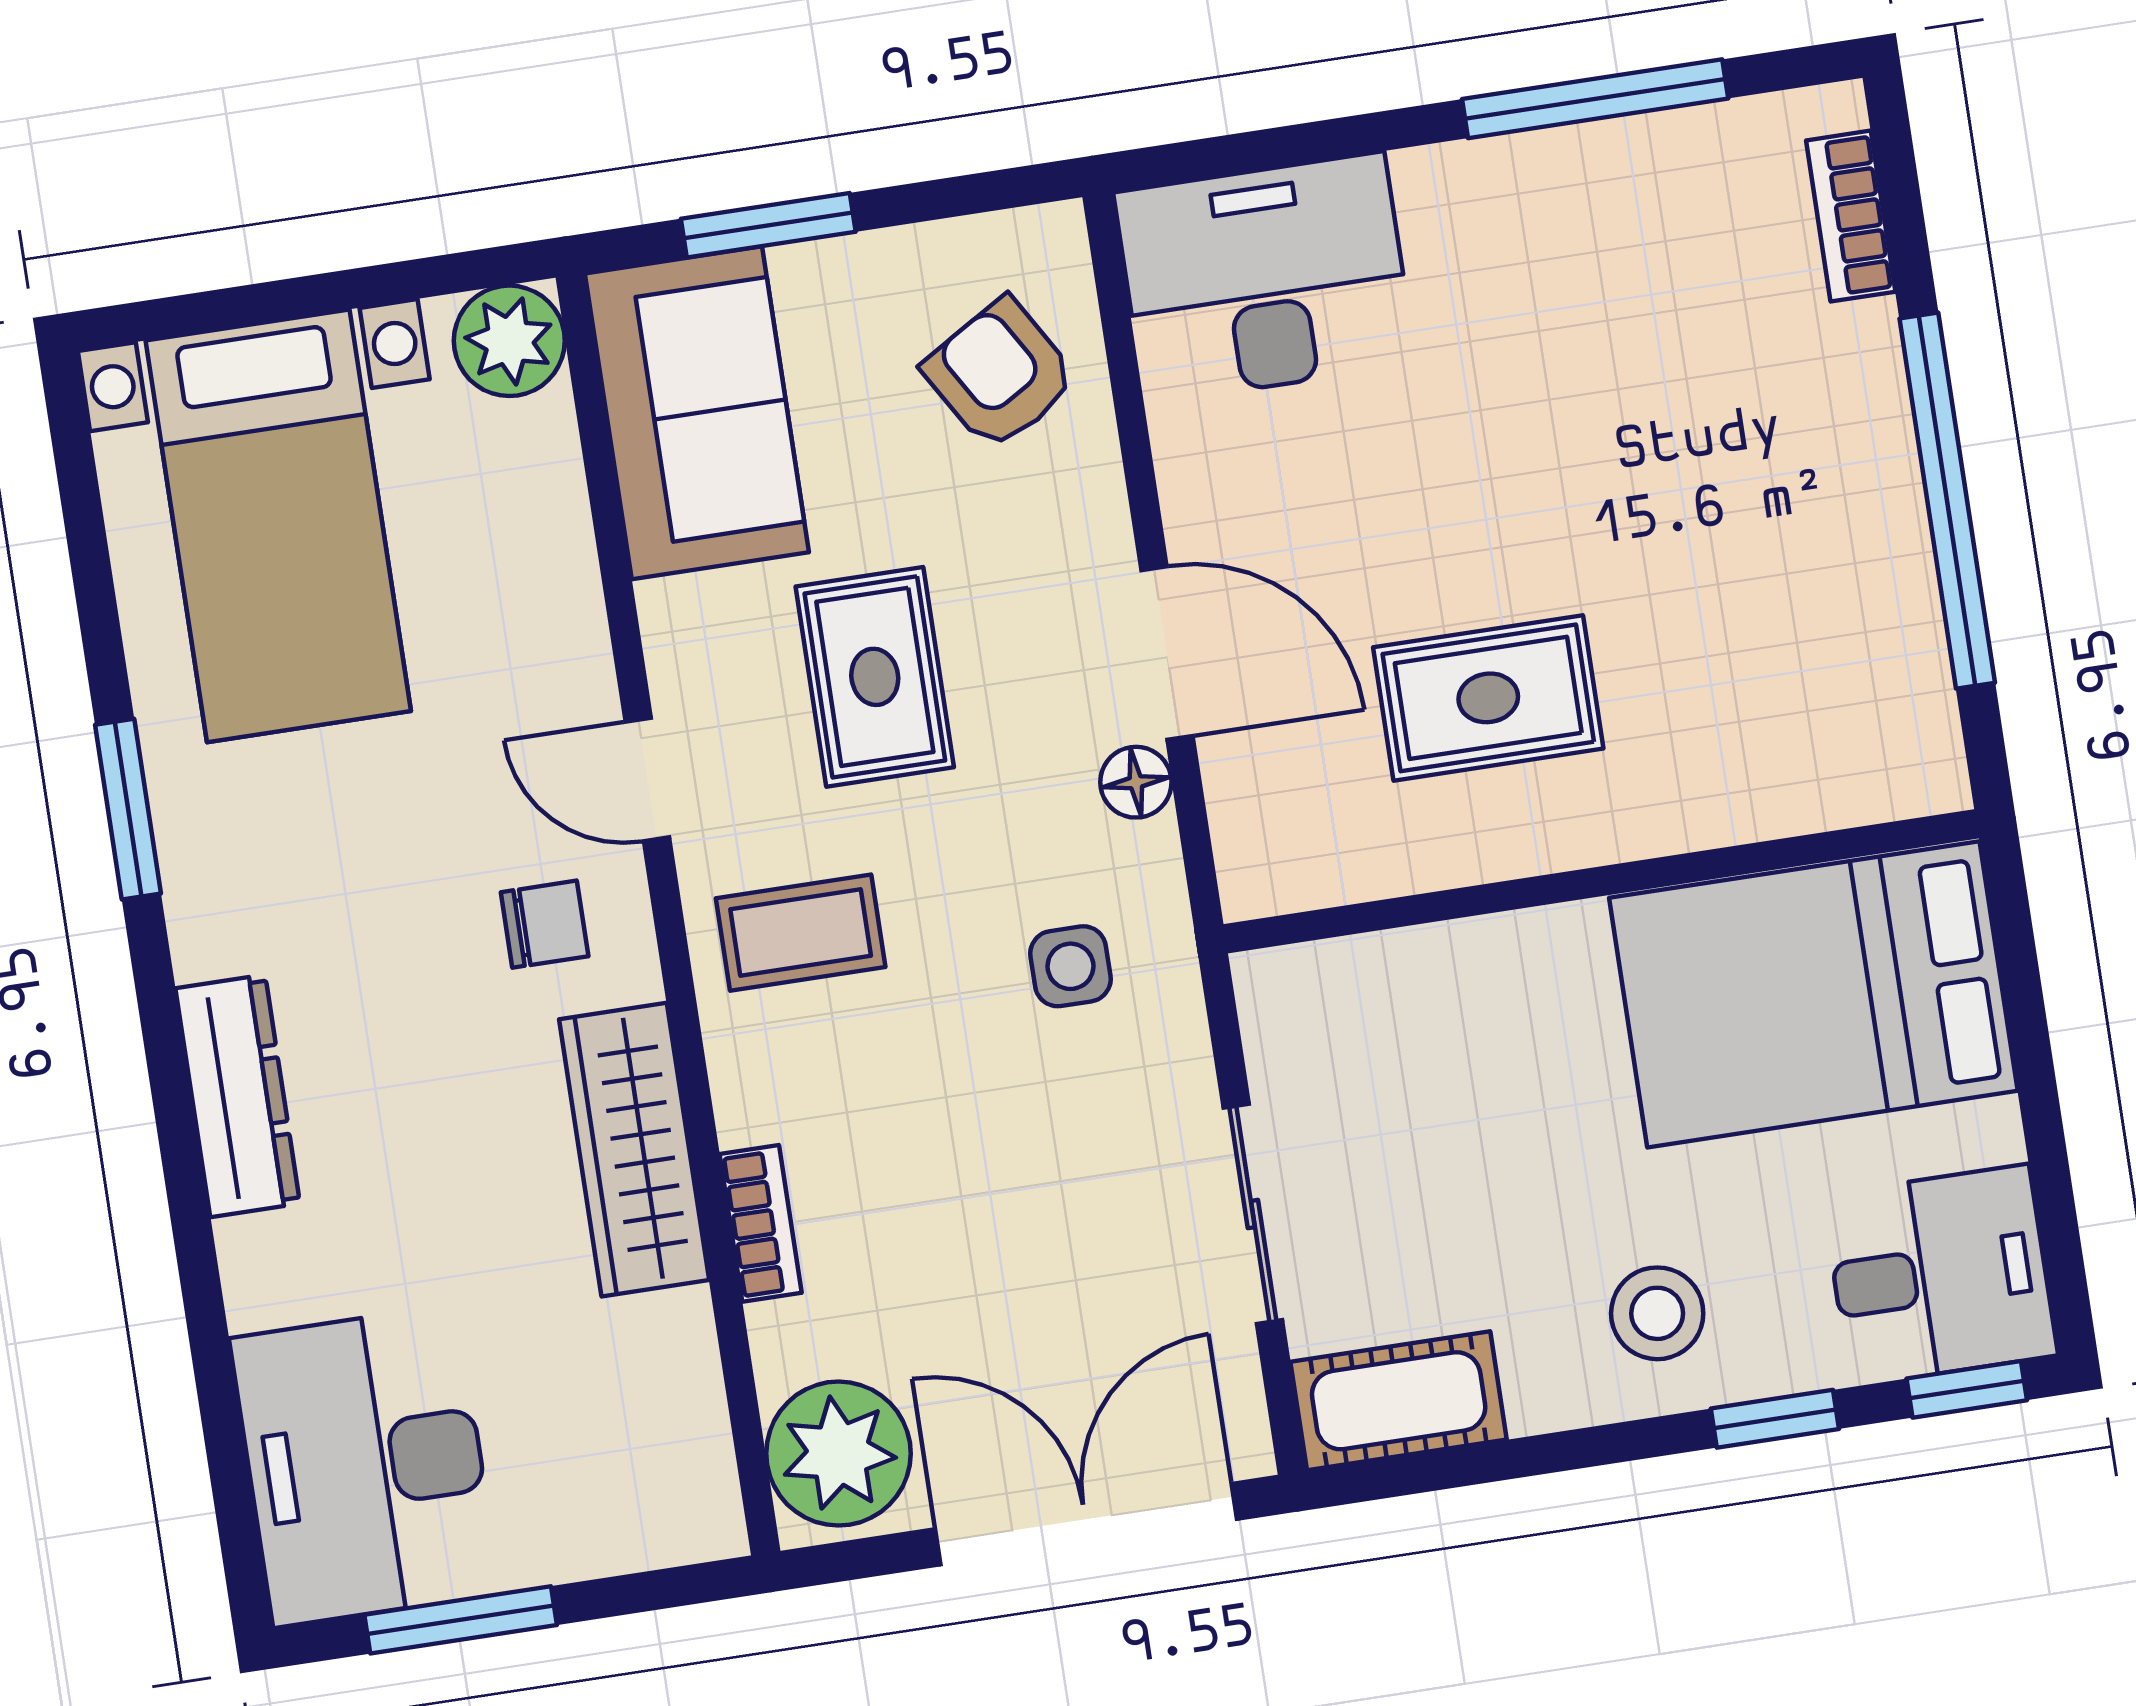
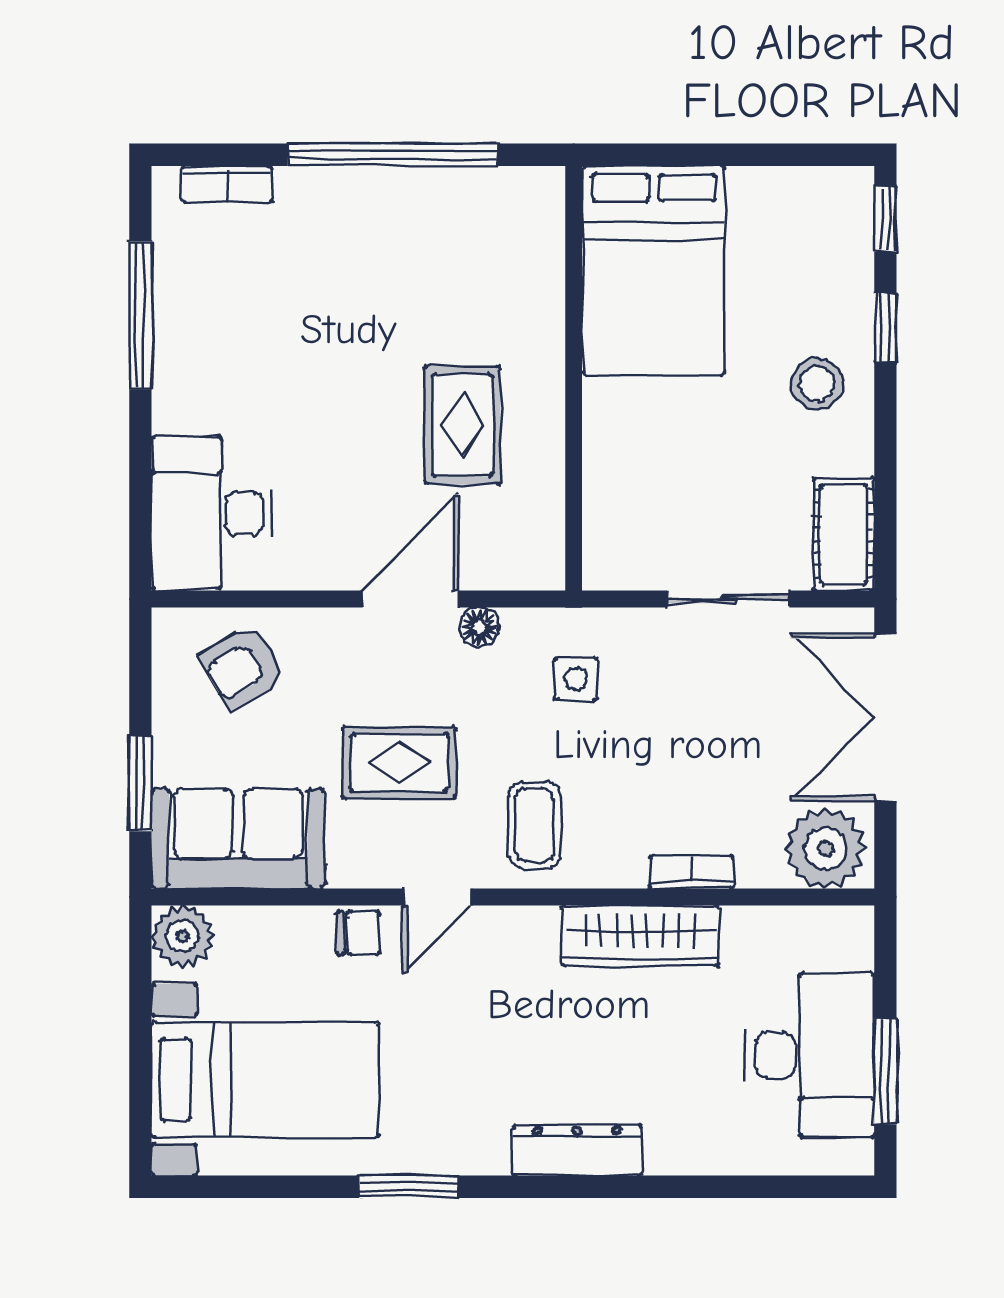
chair: (545, 924) -> (358, 933), moved, turned 90
desk: (1940, 1275) -> (820, 224), removed
desk: (365, 1466) -> (810, 1055), moved, turned -90

